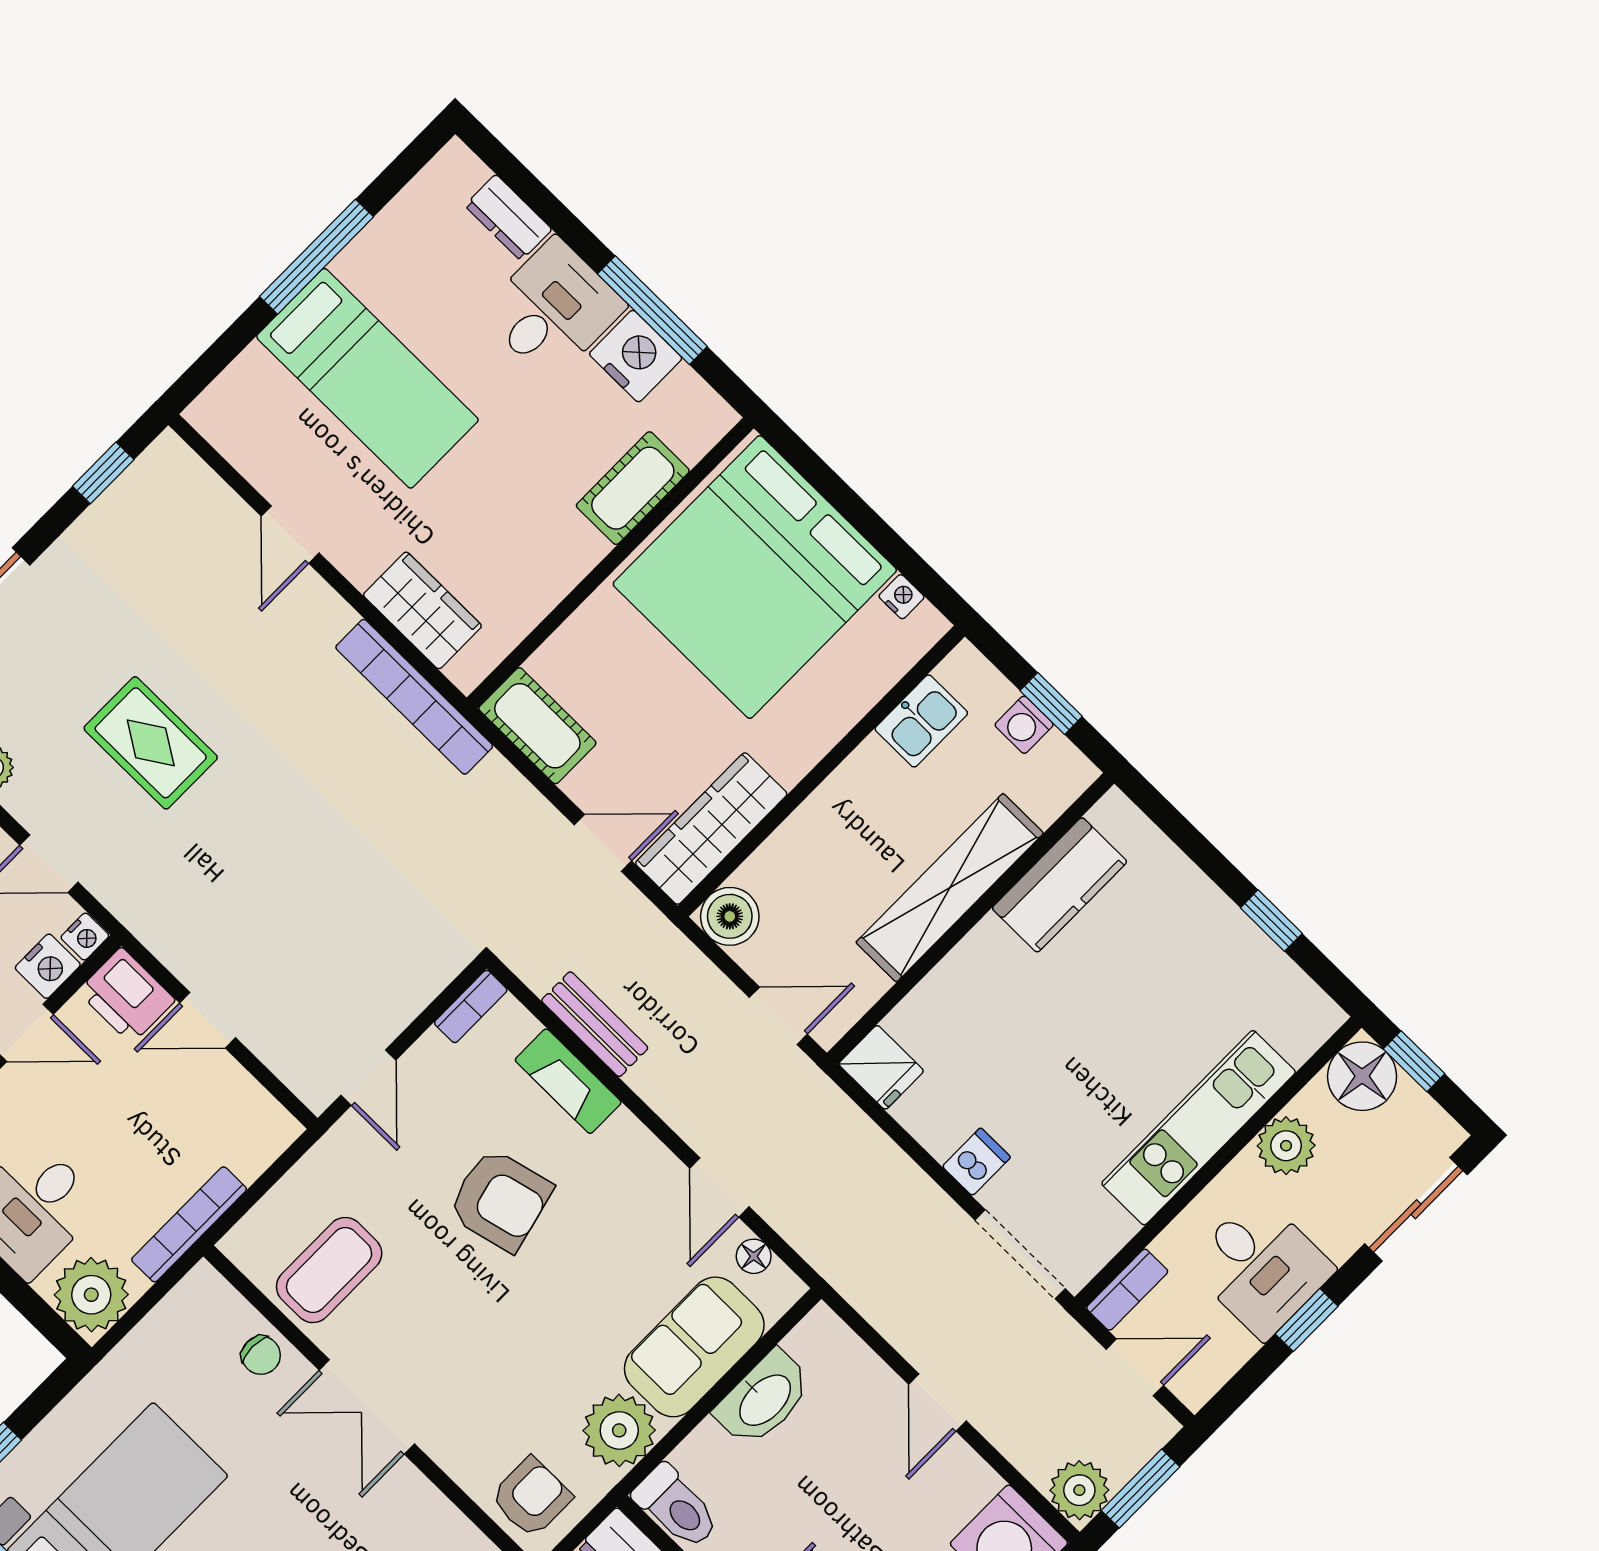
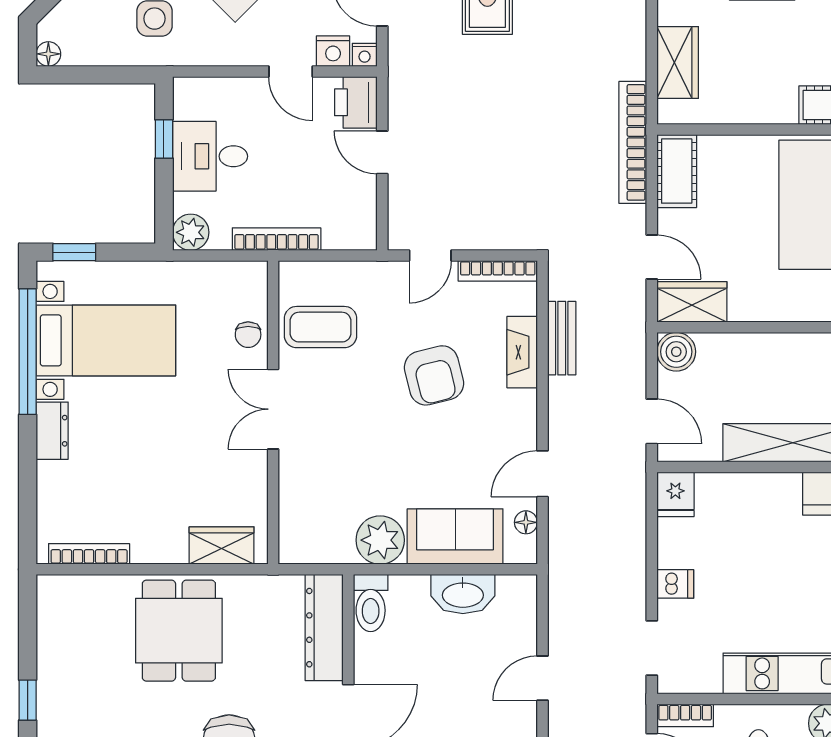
bookcase: (414, 697) -> (633, 142), moved
wardrobe: (711, 829) -> (692, 302), width x0.67
bookcase: (471, 1006) -> (498, 271), width x1.56
doorway: (1020, 1254) -> (652, 648), width x0.73
plant: (91, 1295) -> (191, 232), width x0.73, depth x0.73
armchair: (531, 1497) -> (307, 530), removed

